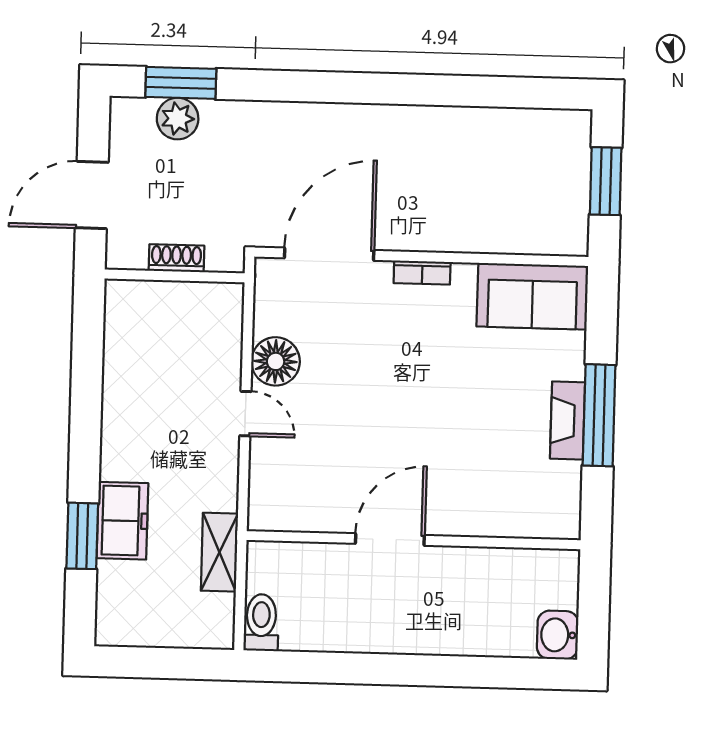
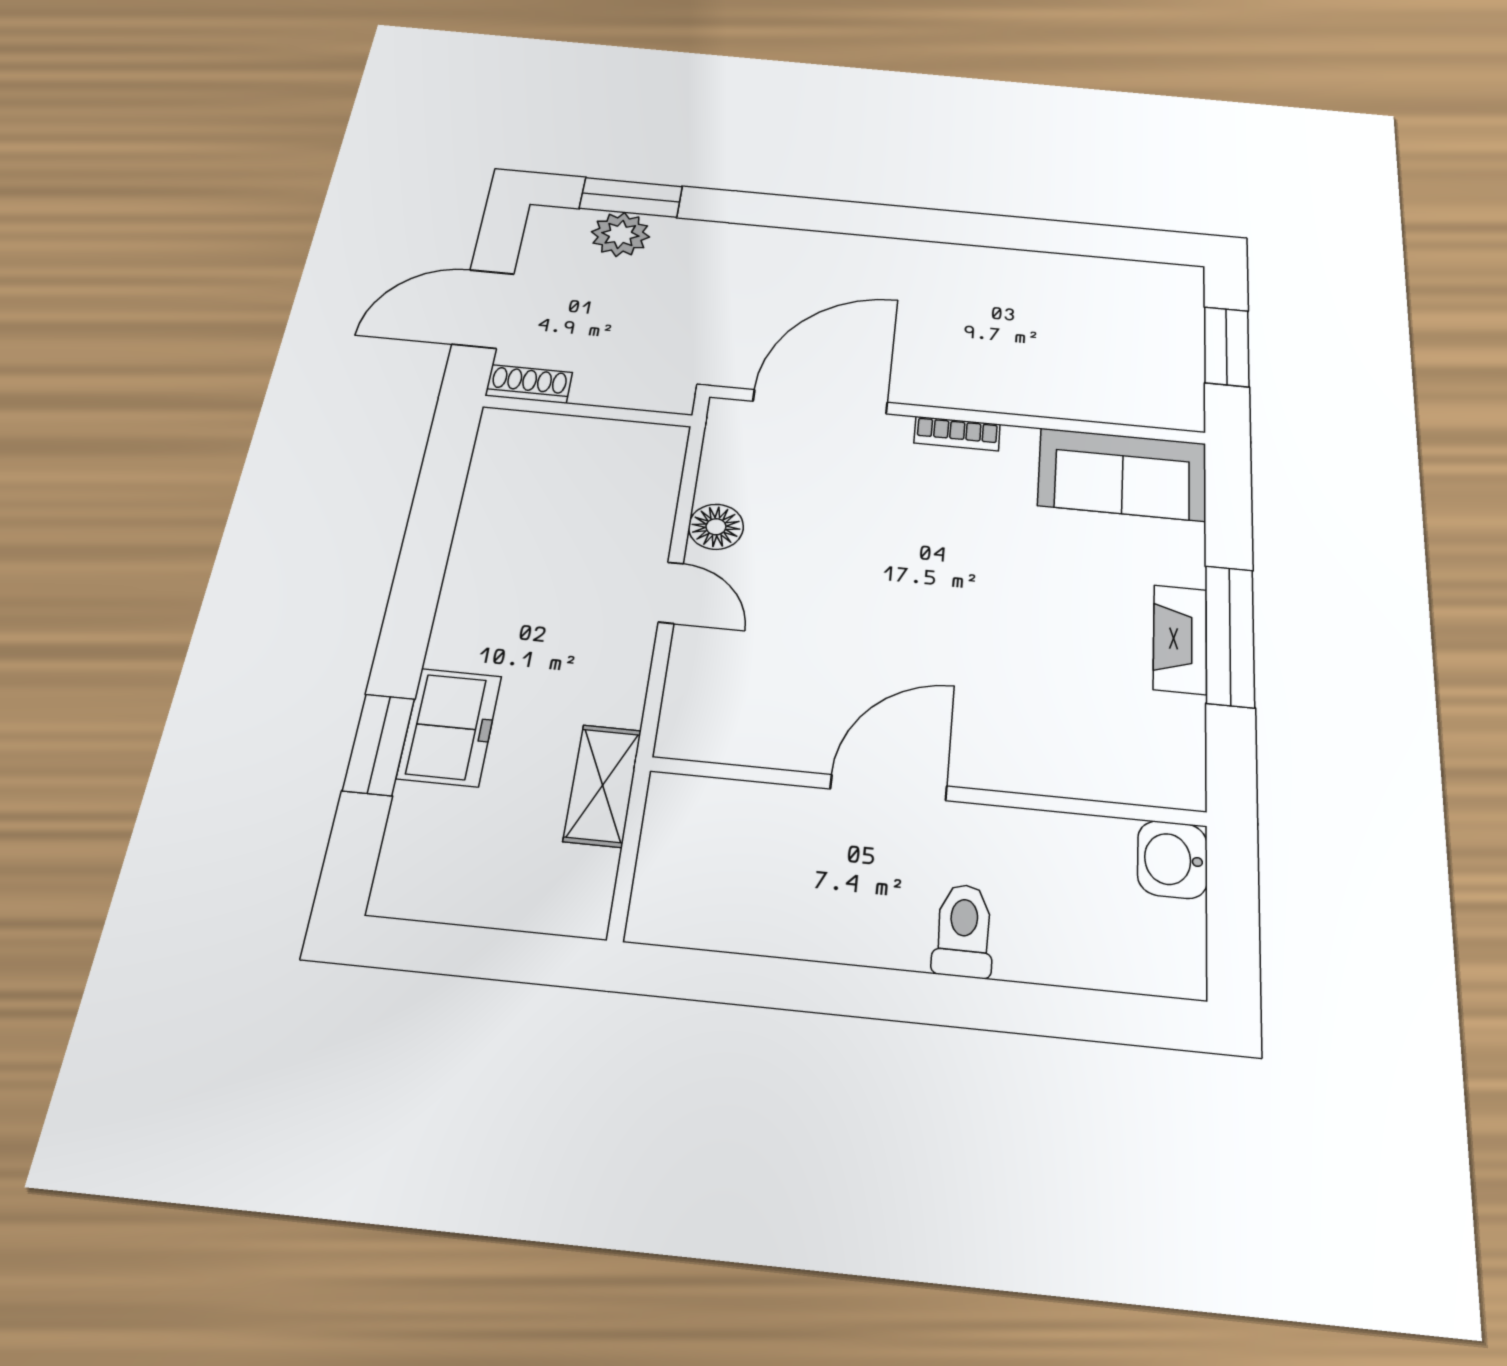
shoe rack: (176, 258) -> (529, 384), moved
floor lamp: (276, 361) -> (716, 527), width x0.73, depth x0.73
toilet: (261, 623) -> (963, 930), moved
washbasin: (558, 635) -> (1172, 859), moved

